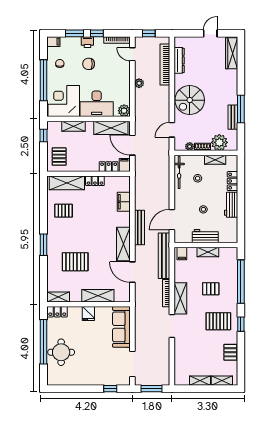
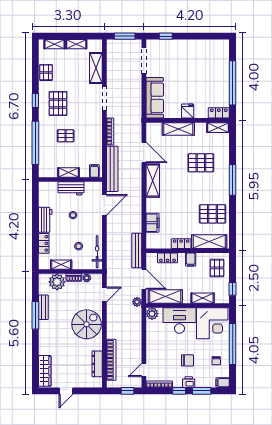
door: (132, 54) -> (144, 370), swing flipped
plant: (139, 83) -> (137, 302), moved
filing cabinet: (124, 165) -> (191, 260), moved
pallet: (64, 211) -> (213, 214), width x1.50, depth x1.42
bench: (139, 227) -> (137, 251), moved
window: (44, 245) -> (233, 180), width x1.44
shelving: (180, 298) -> (96, 68), moved
pallet: (218, 321) -> (58, 103), turned 90
round table: (61, 352) -> (215, 73), removed

